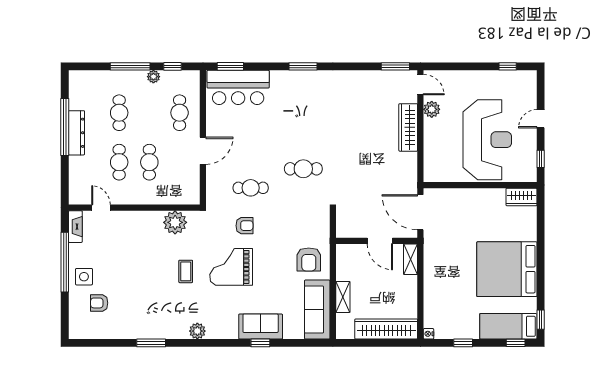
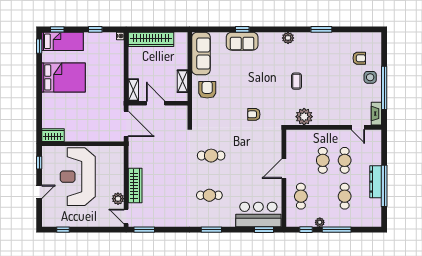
cafe table: (251, 188) -> (209, 195), moved
grand piano: (231, 267) -> (263, 84), removed
bed: (507, 269) -> (64, 77), width x0.73
shelving: (343, 297) -> (182, 81), moved

